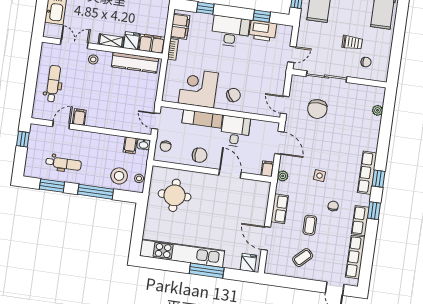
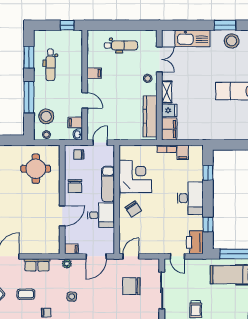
filing cabinet: (180, 26) -> (183, 152), width x0.50
printer: (263, 31) -> (195, 242), moved
door: (61, 125) -> (85, 100), moved

